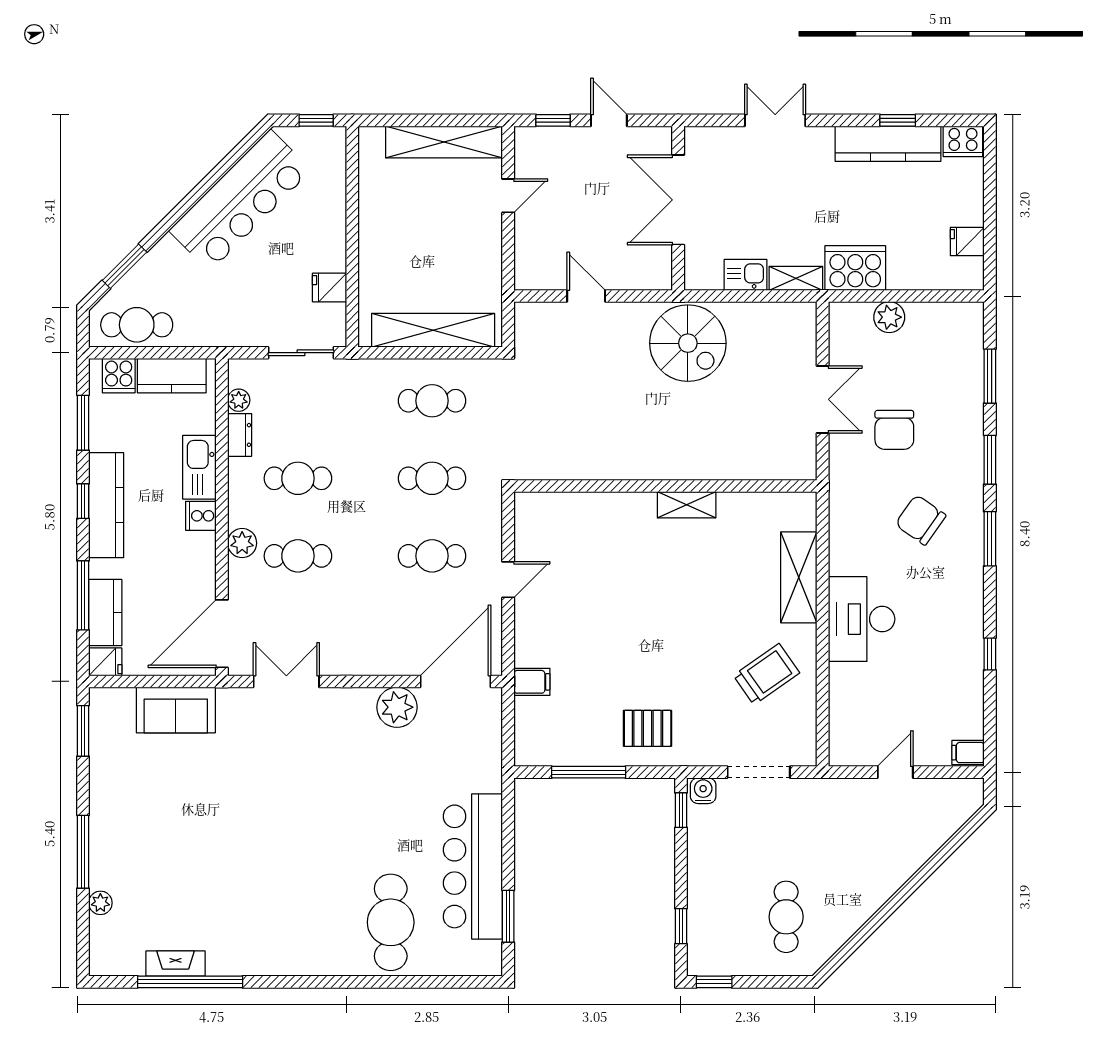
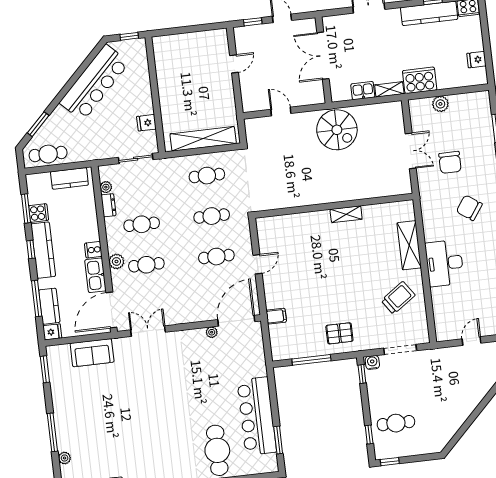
shelving: (444, 142) -> (197, 40), removed
cooker: (119, 376) -> (39, 213), moved, turned -90
kitchen sink: (199, 467) -> (95, 275), moved
plant: (397, 707) -> (212, 332), width x0.53, depth x0.53
cafe table: (786, 917) -> (396, 423), moved, turned 90

